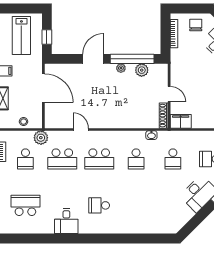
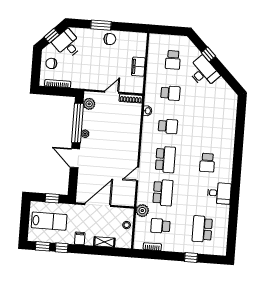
plant: (142, 70) -> (89, 104), moved
filing cabinet: (181, 121) -> (138, 67), moved
school desk: (25, 159) -> (160, 226), turned 180

